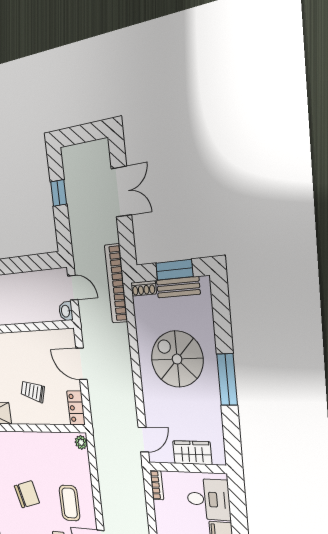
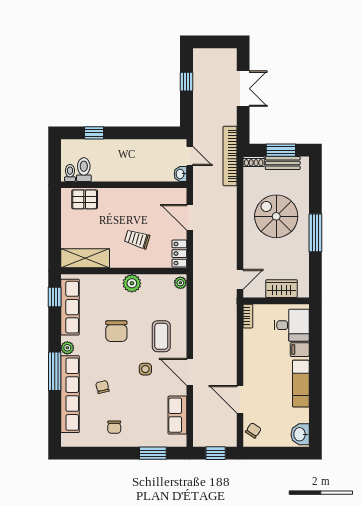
plant: (34, 442) -> (132, 283), added
chair: (27, 494) -> (116, 331), turned 106

